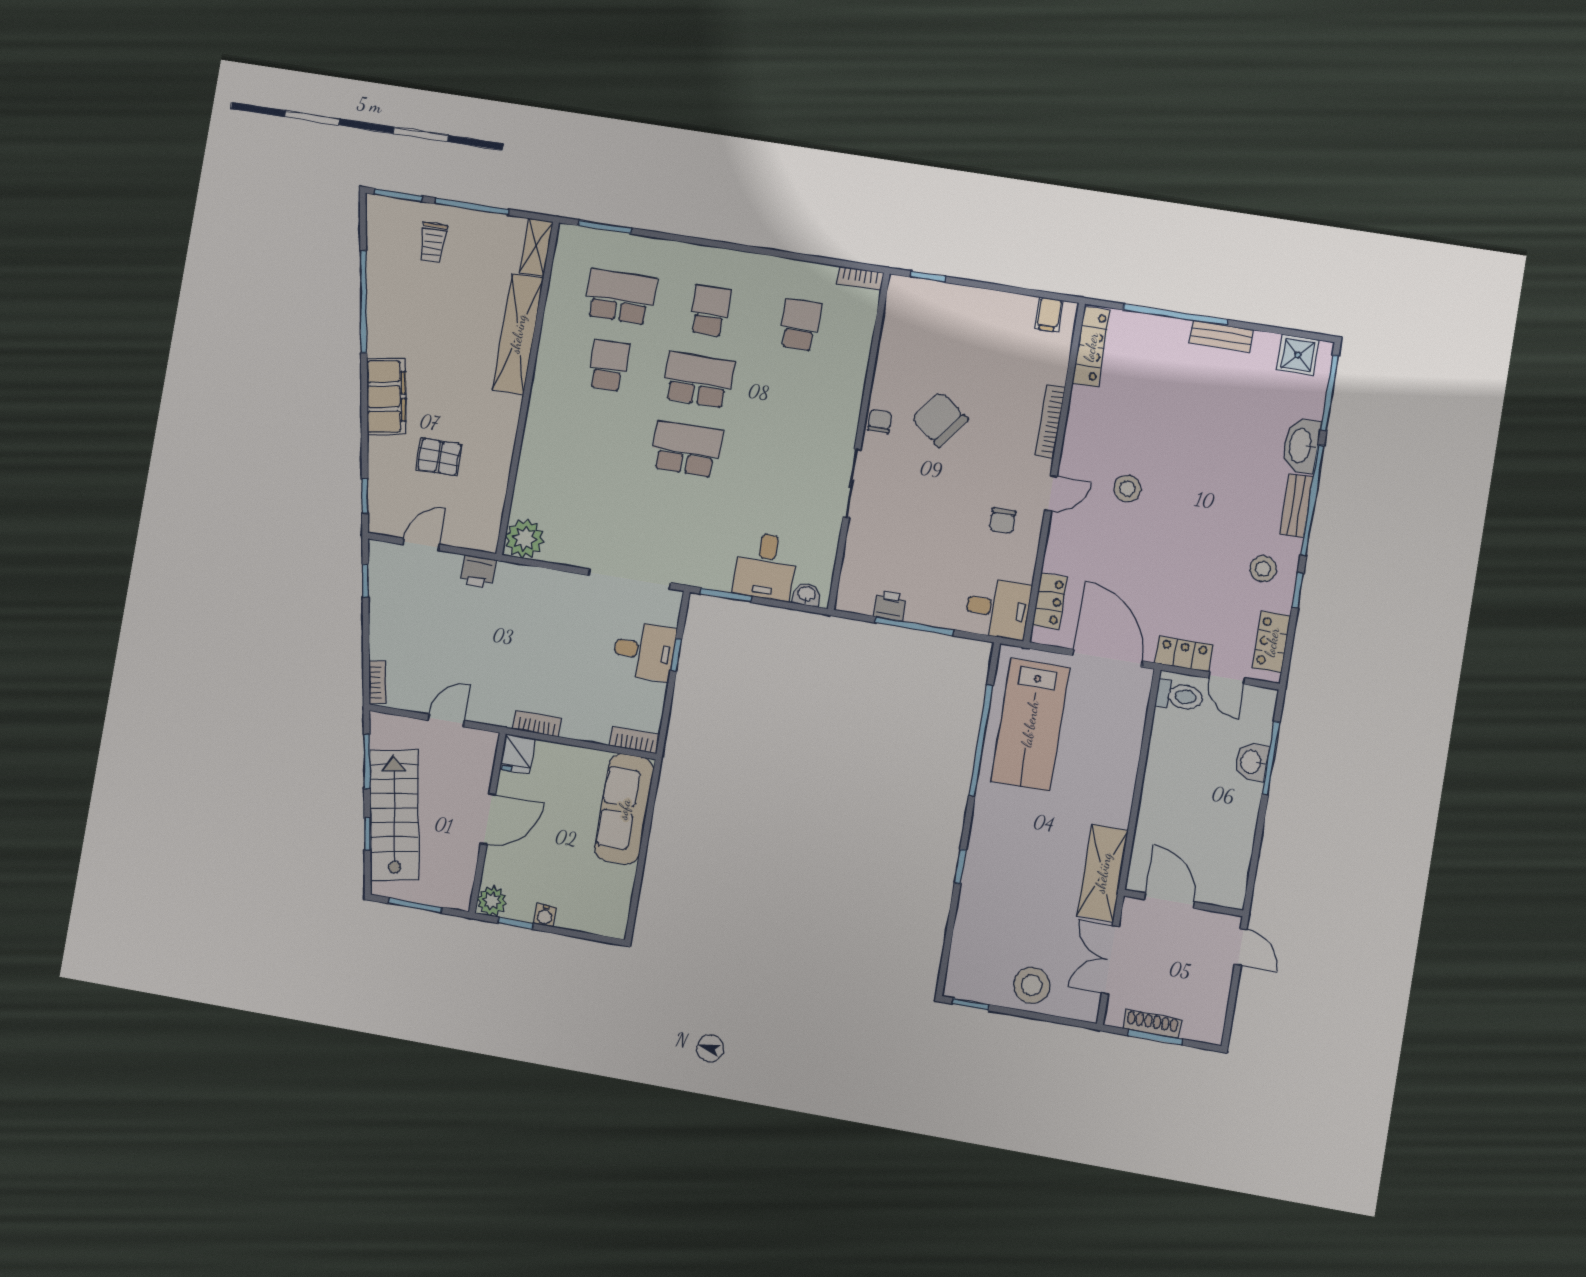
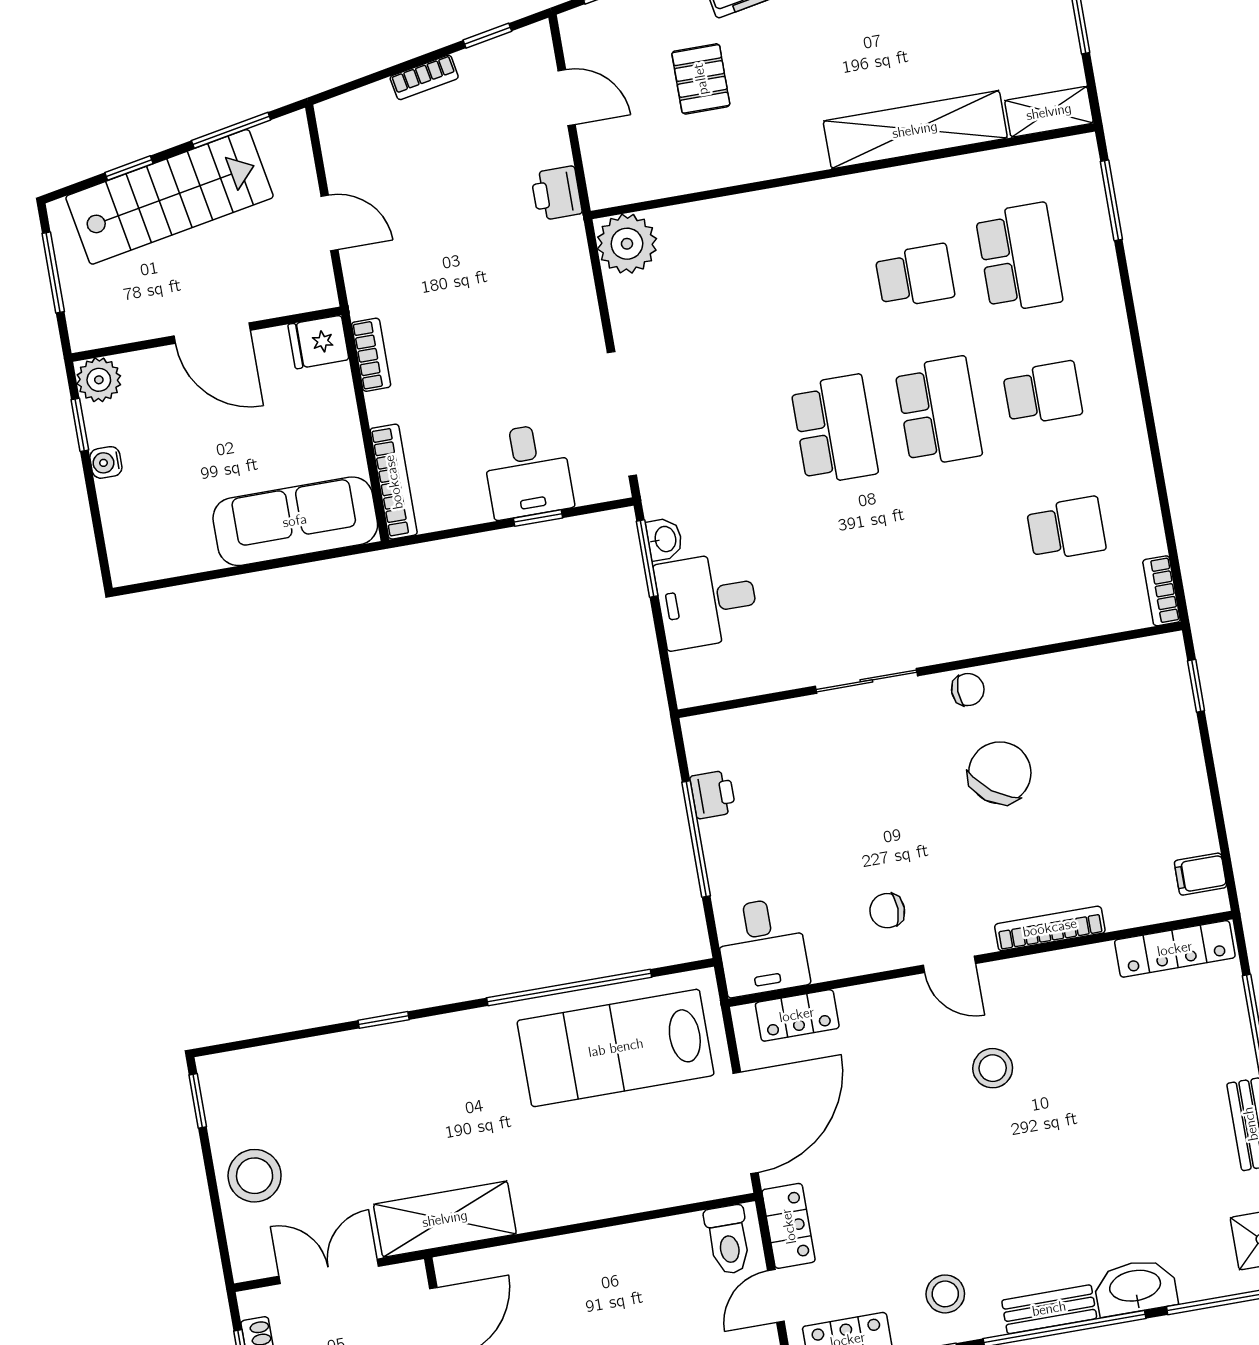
washbasin: (807, 594) -> (665, 539), moved
bookcase: (377, 682) -> (424, 77), moved
bookcase: (634, 740) -> (394, 482), width x1.56

